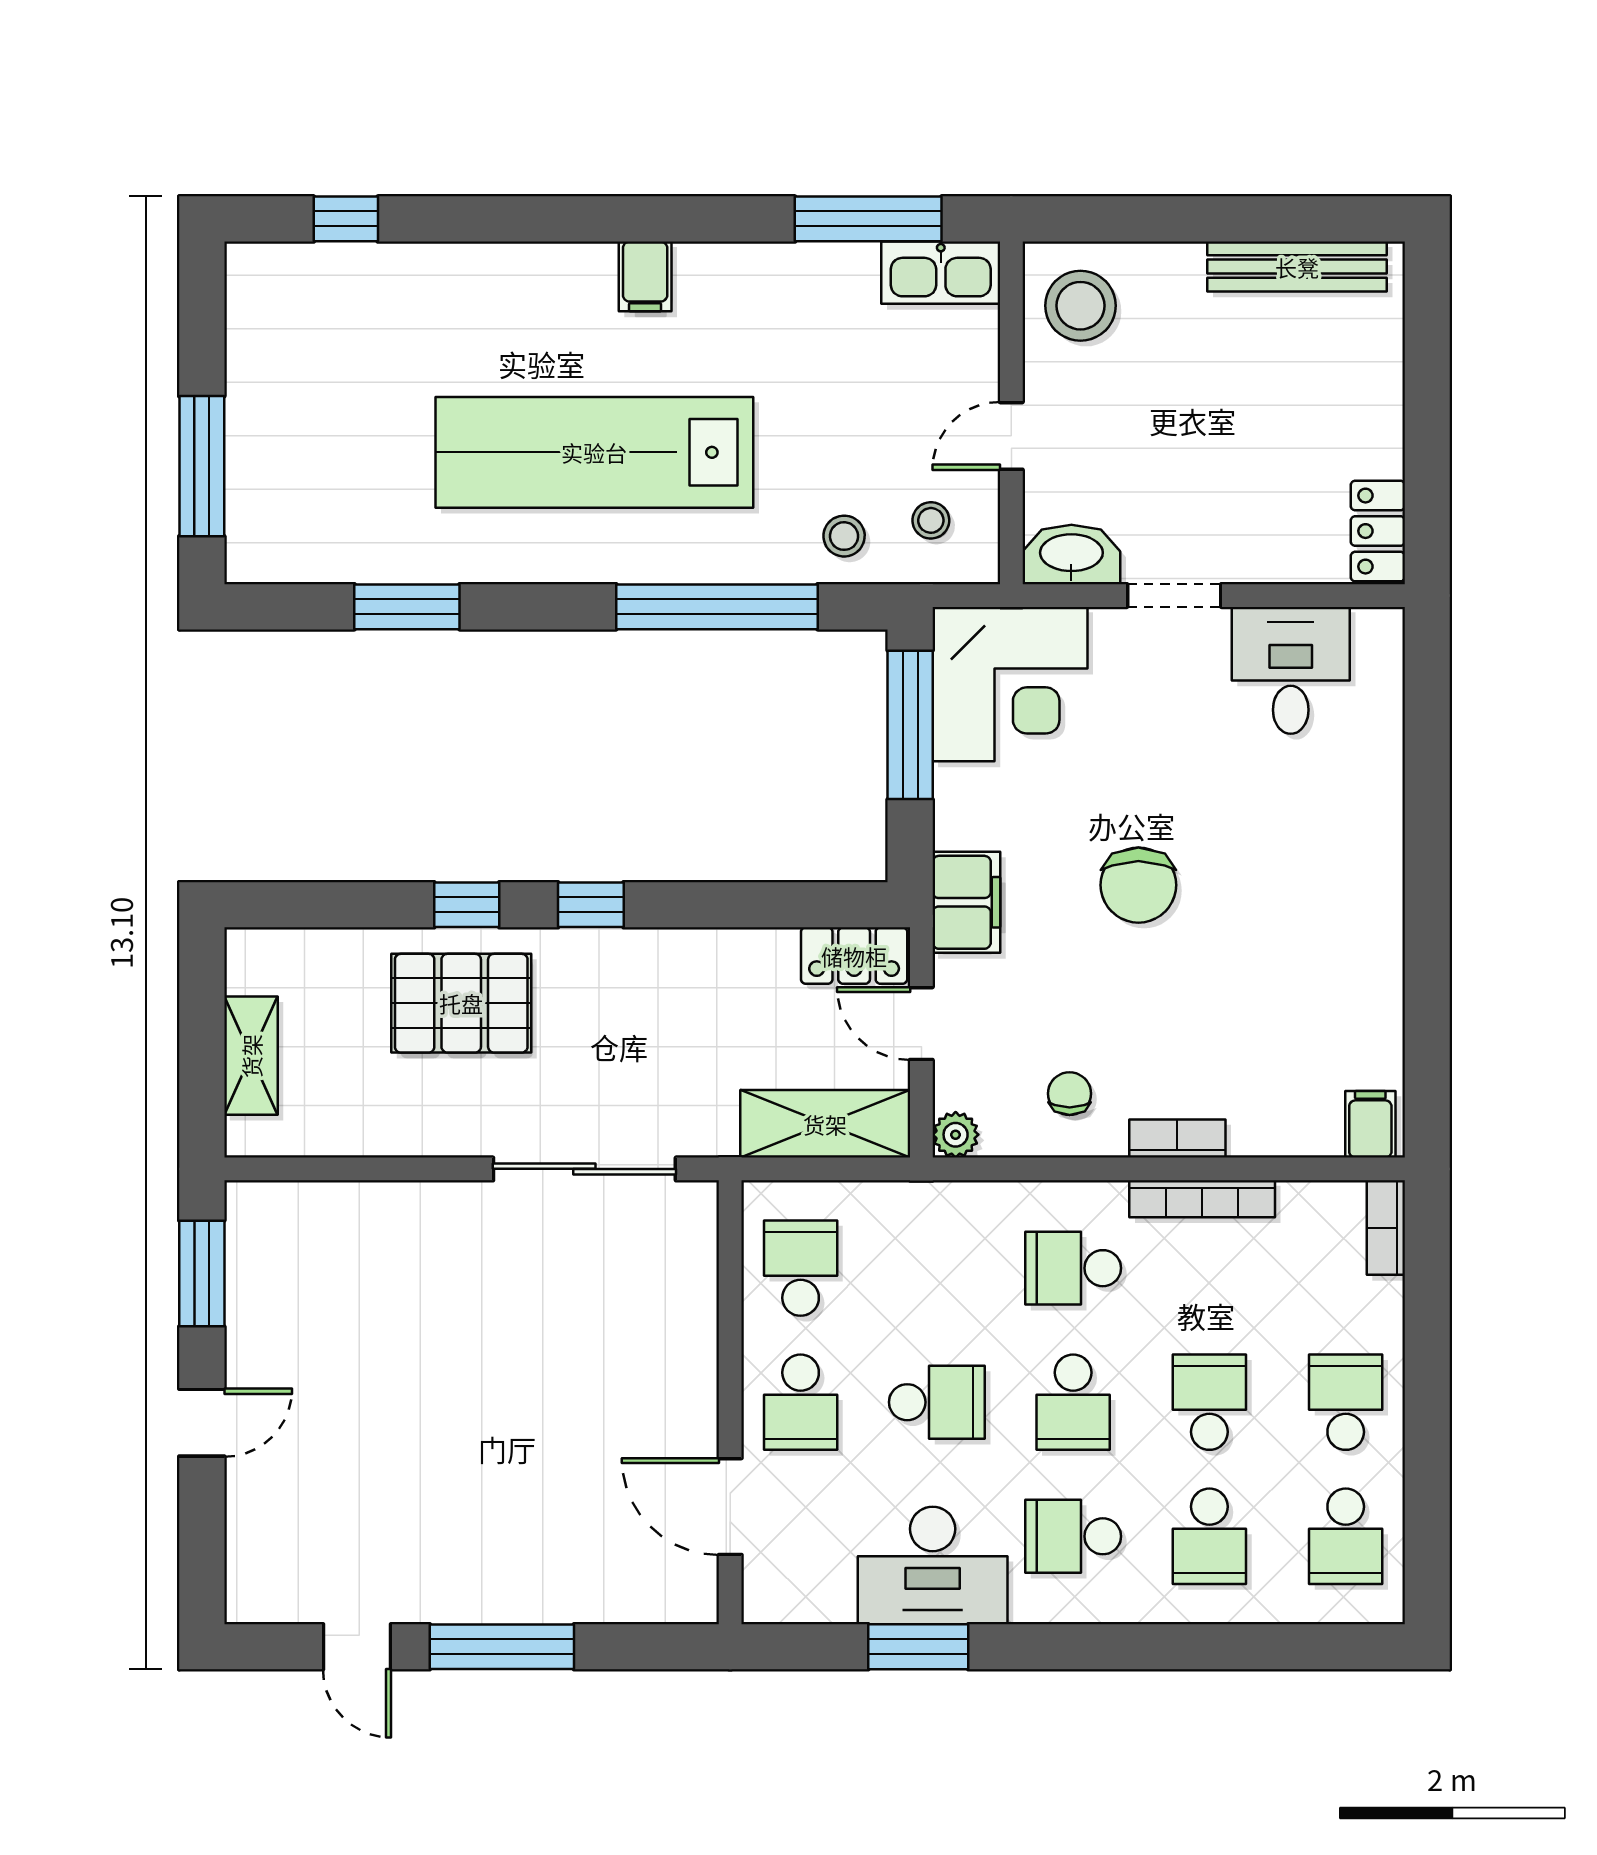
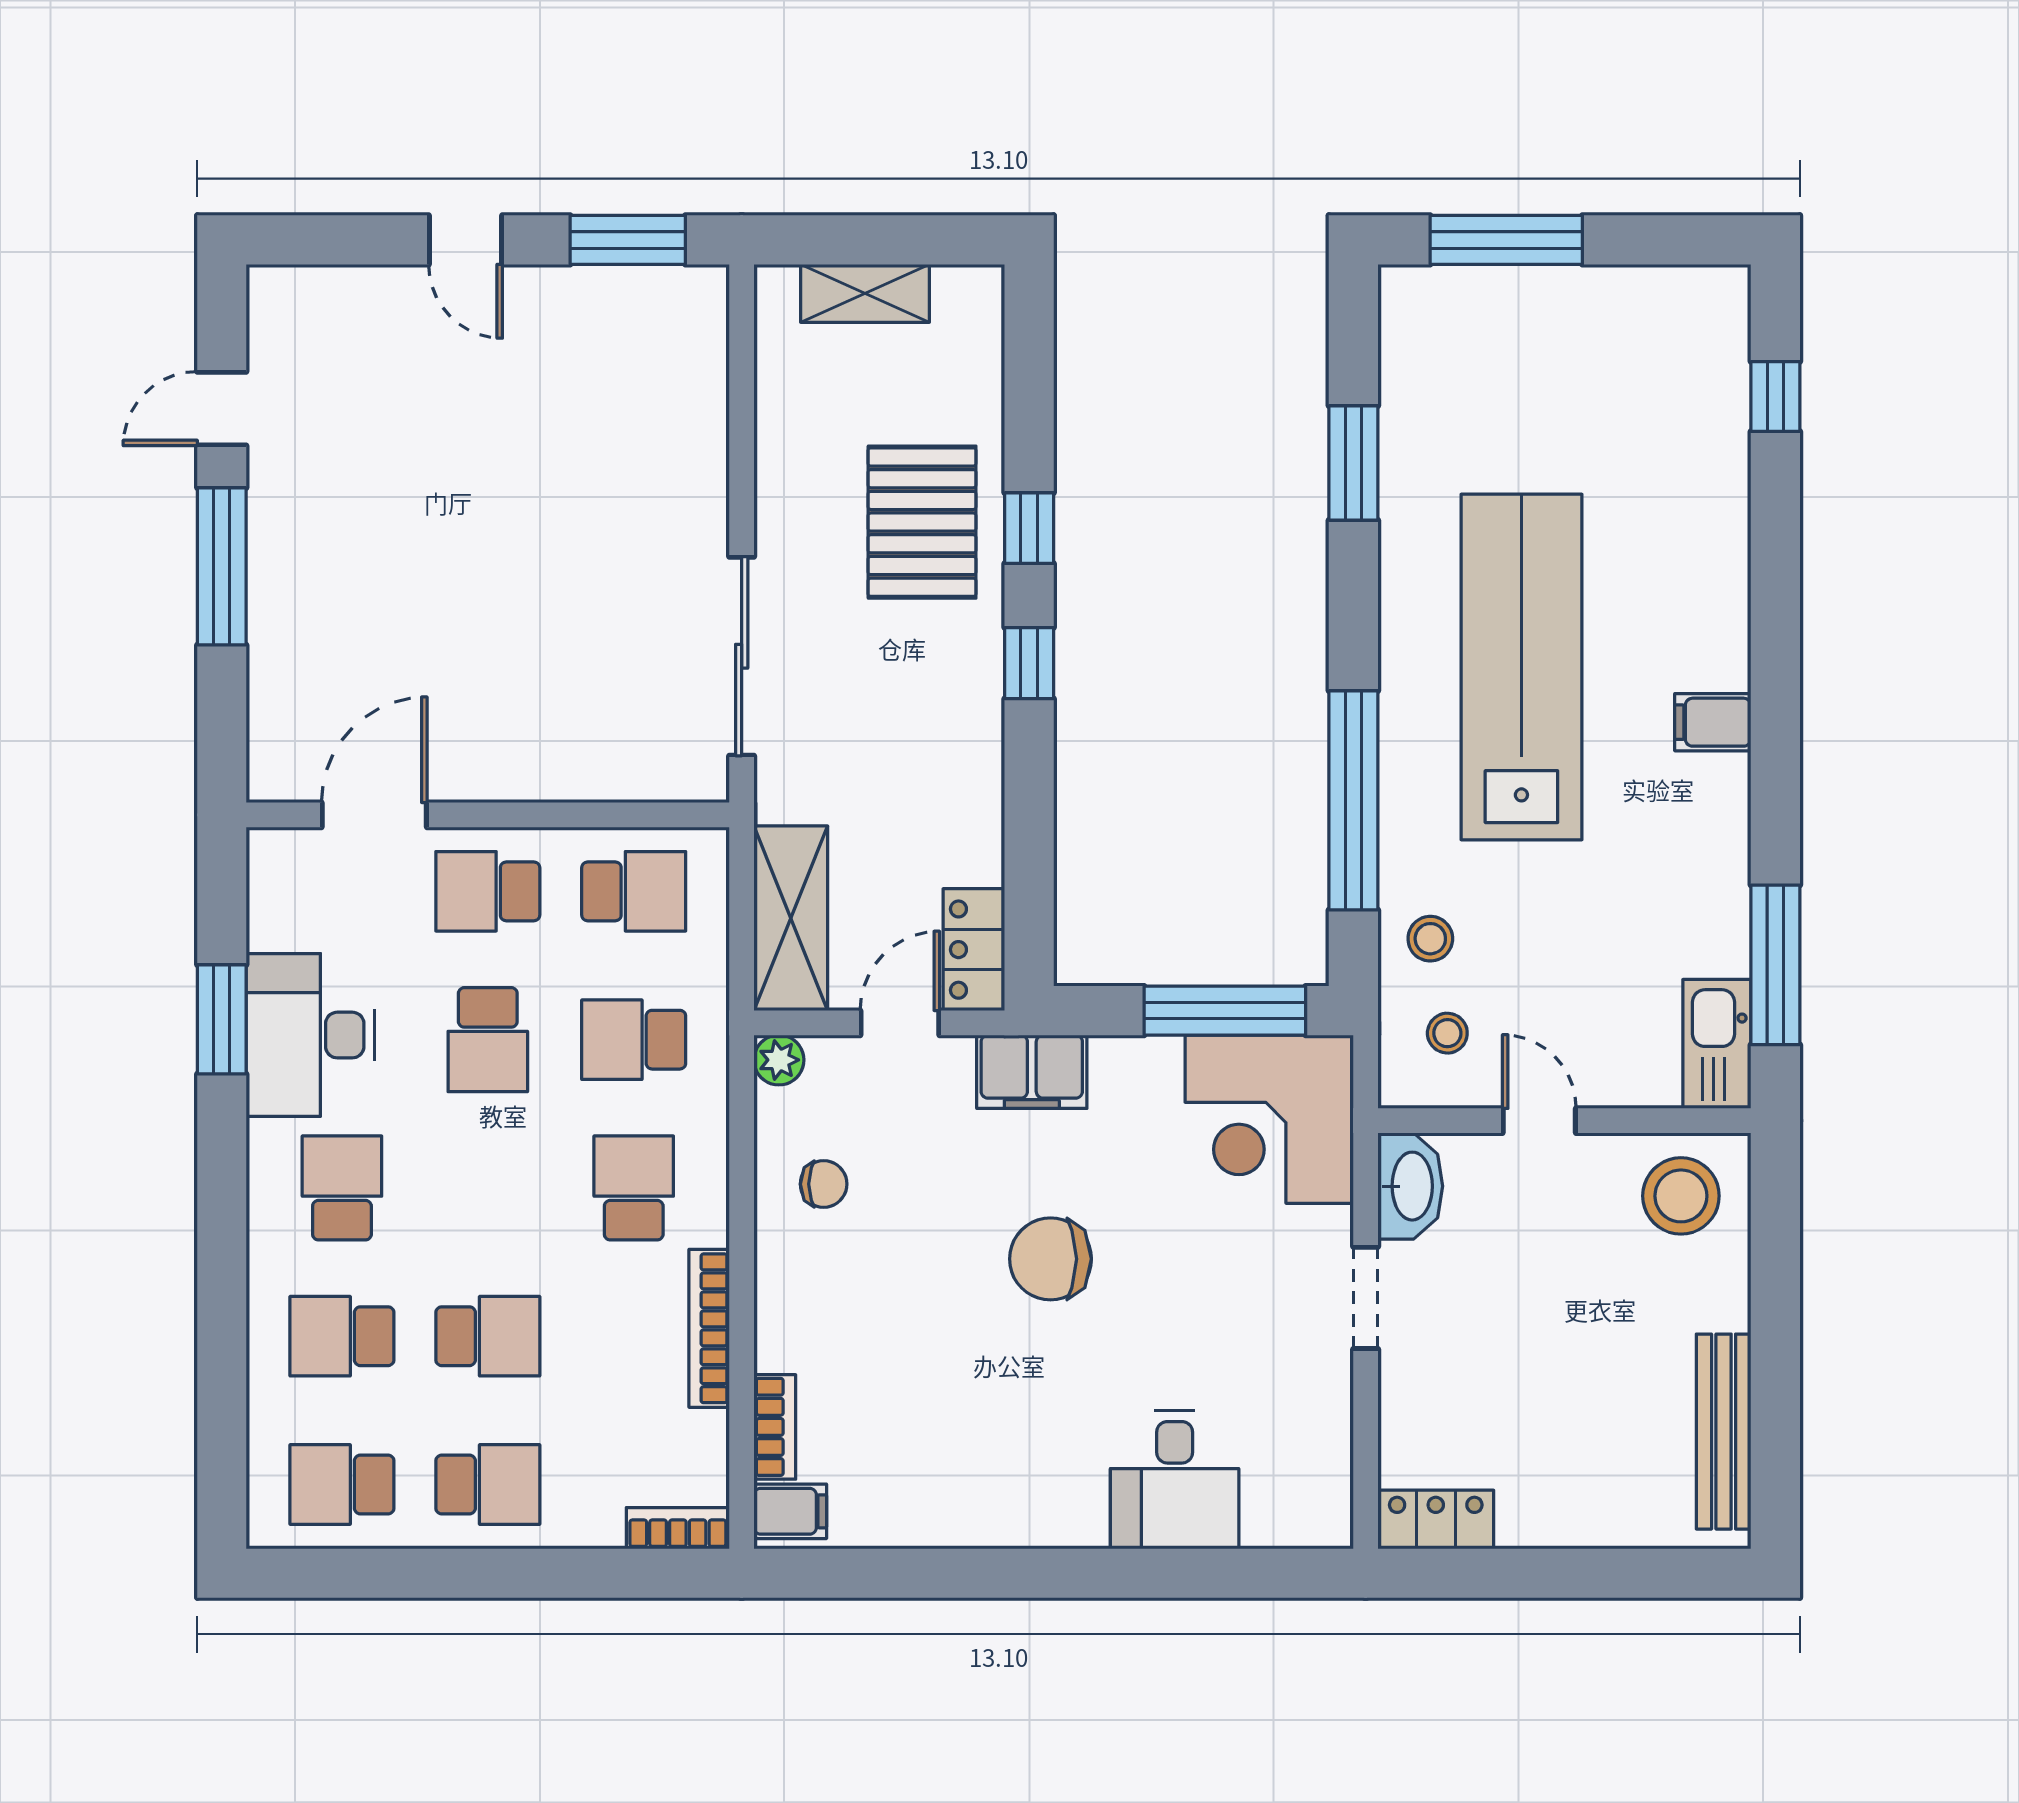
desk: (1291, 670) -> (1175, 1480), moved, turned 90
bookcase: (1177, 1138) -> (775, 1427), moved
school desk: (1073, 1402) -> (634, 1040), moved

